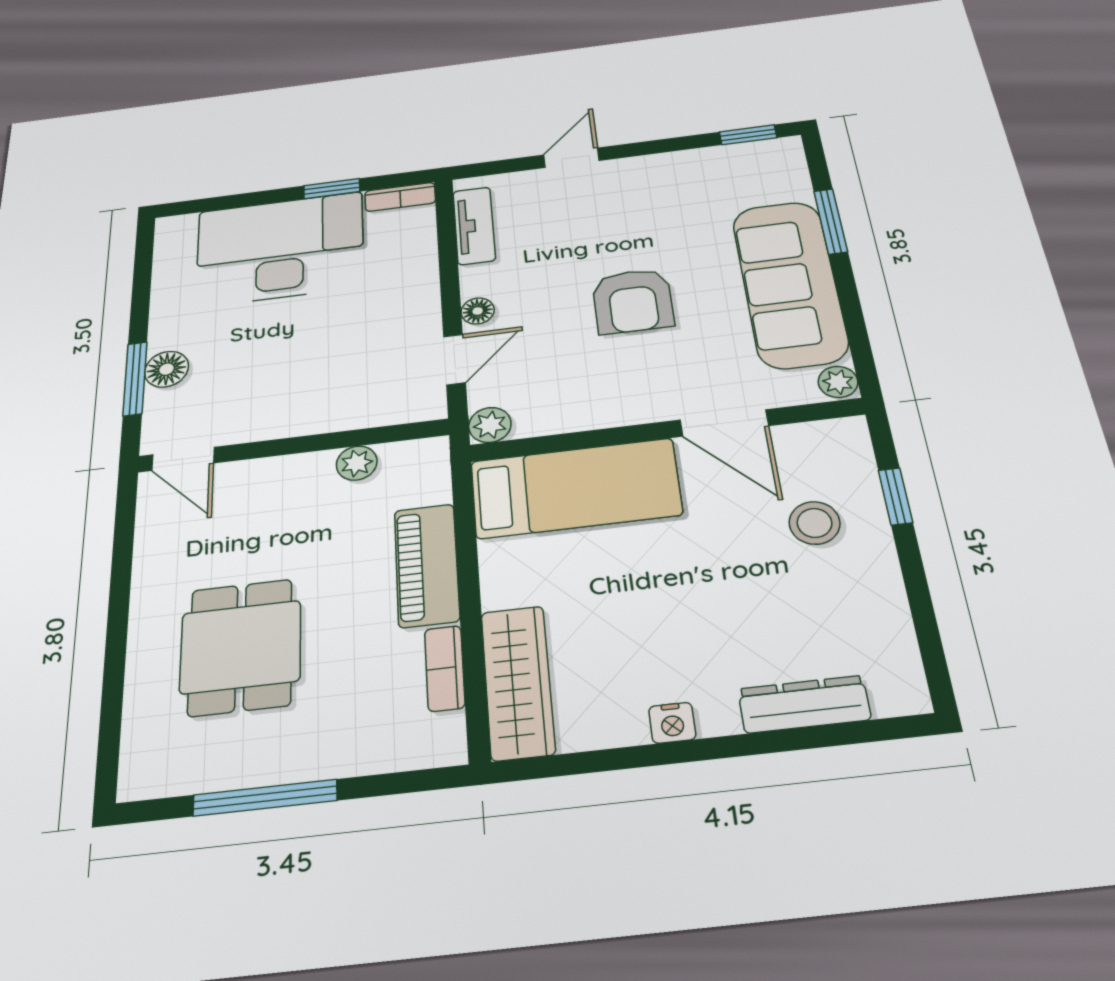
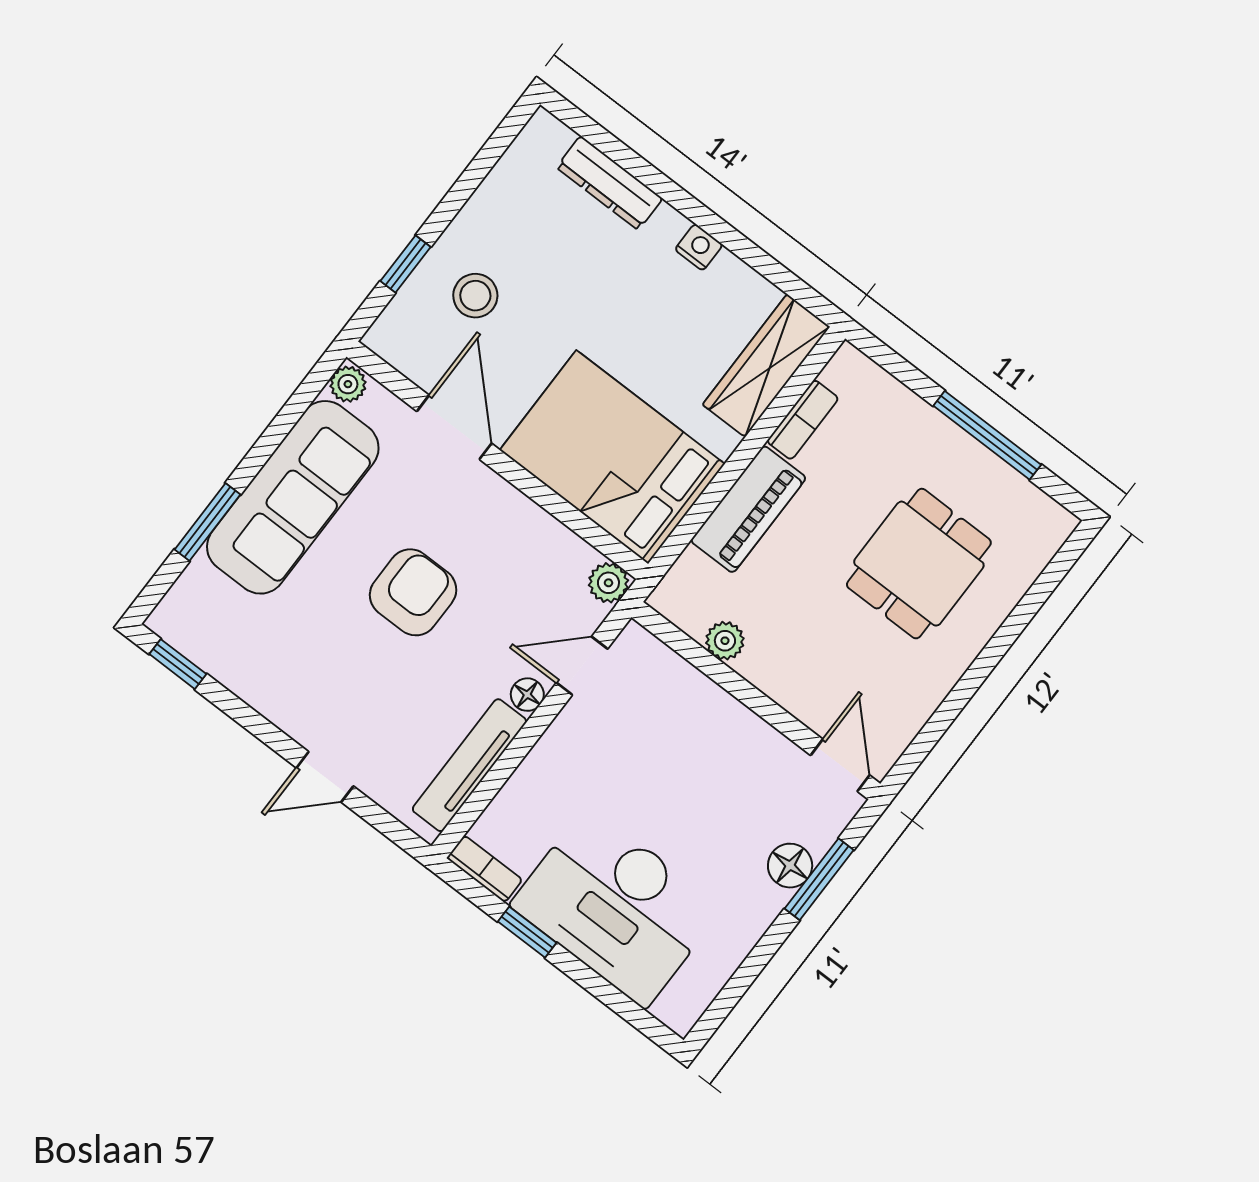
tv unit: (474, 226) -> (469, 765), width x1.41
bed: (575, 488) -> (612, 457), width x1.50

